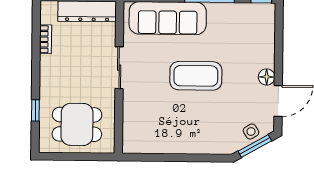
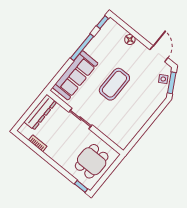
floor lamp: (267, 77) -> (130, 40), moved
window: (35, 110) -> (81, 186), moved

